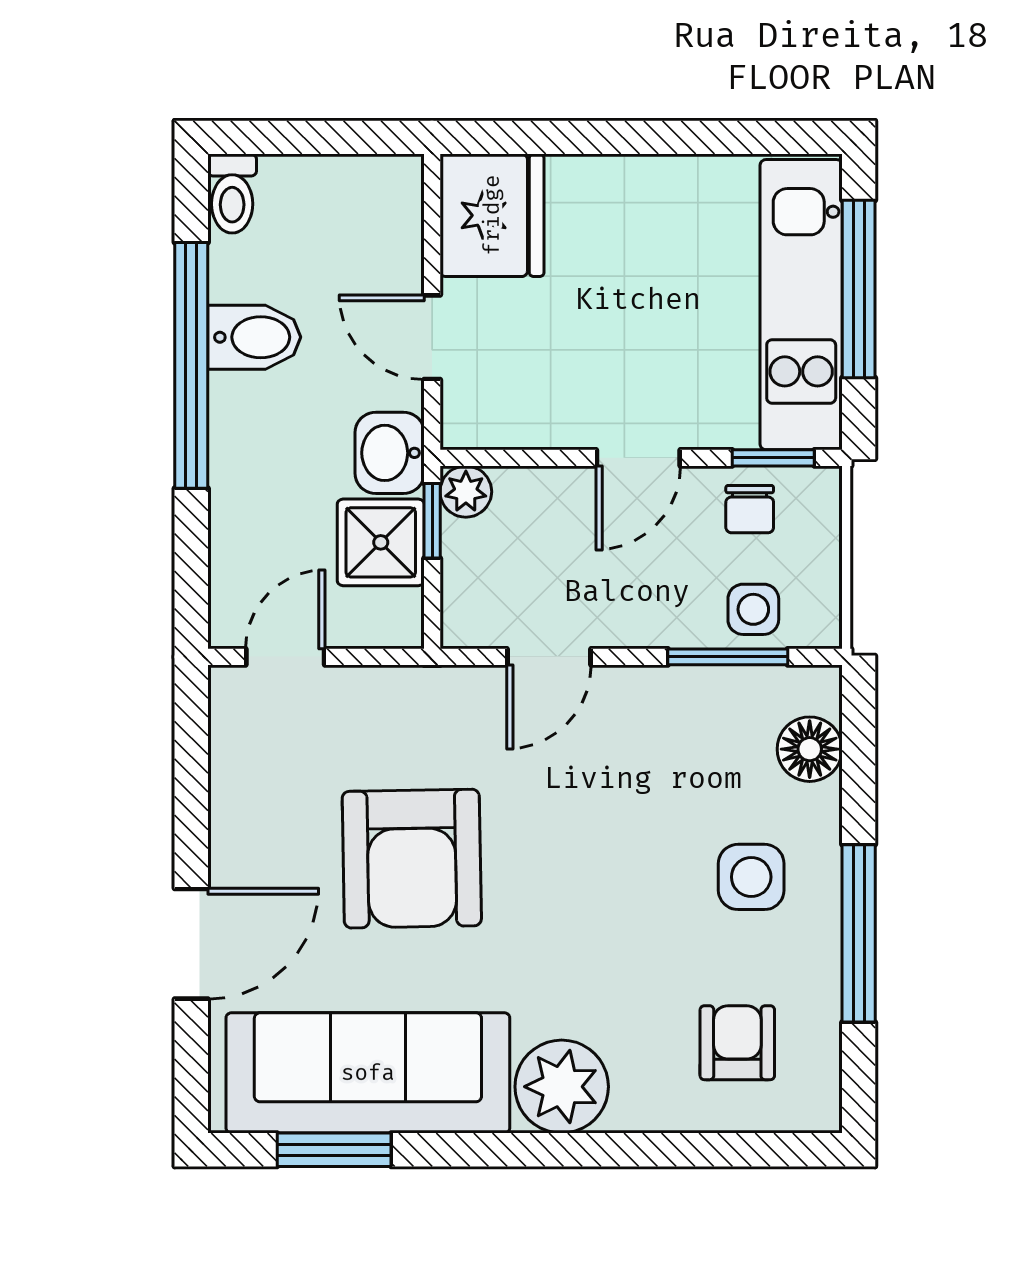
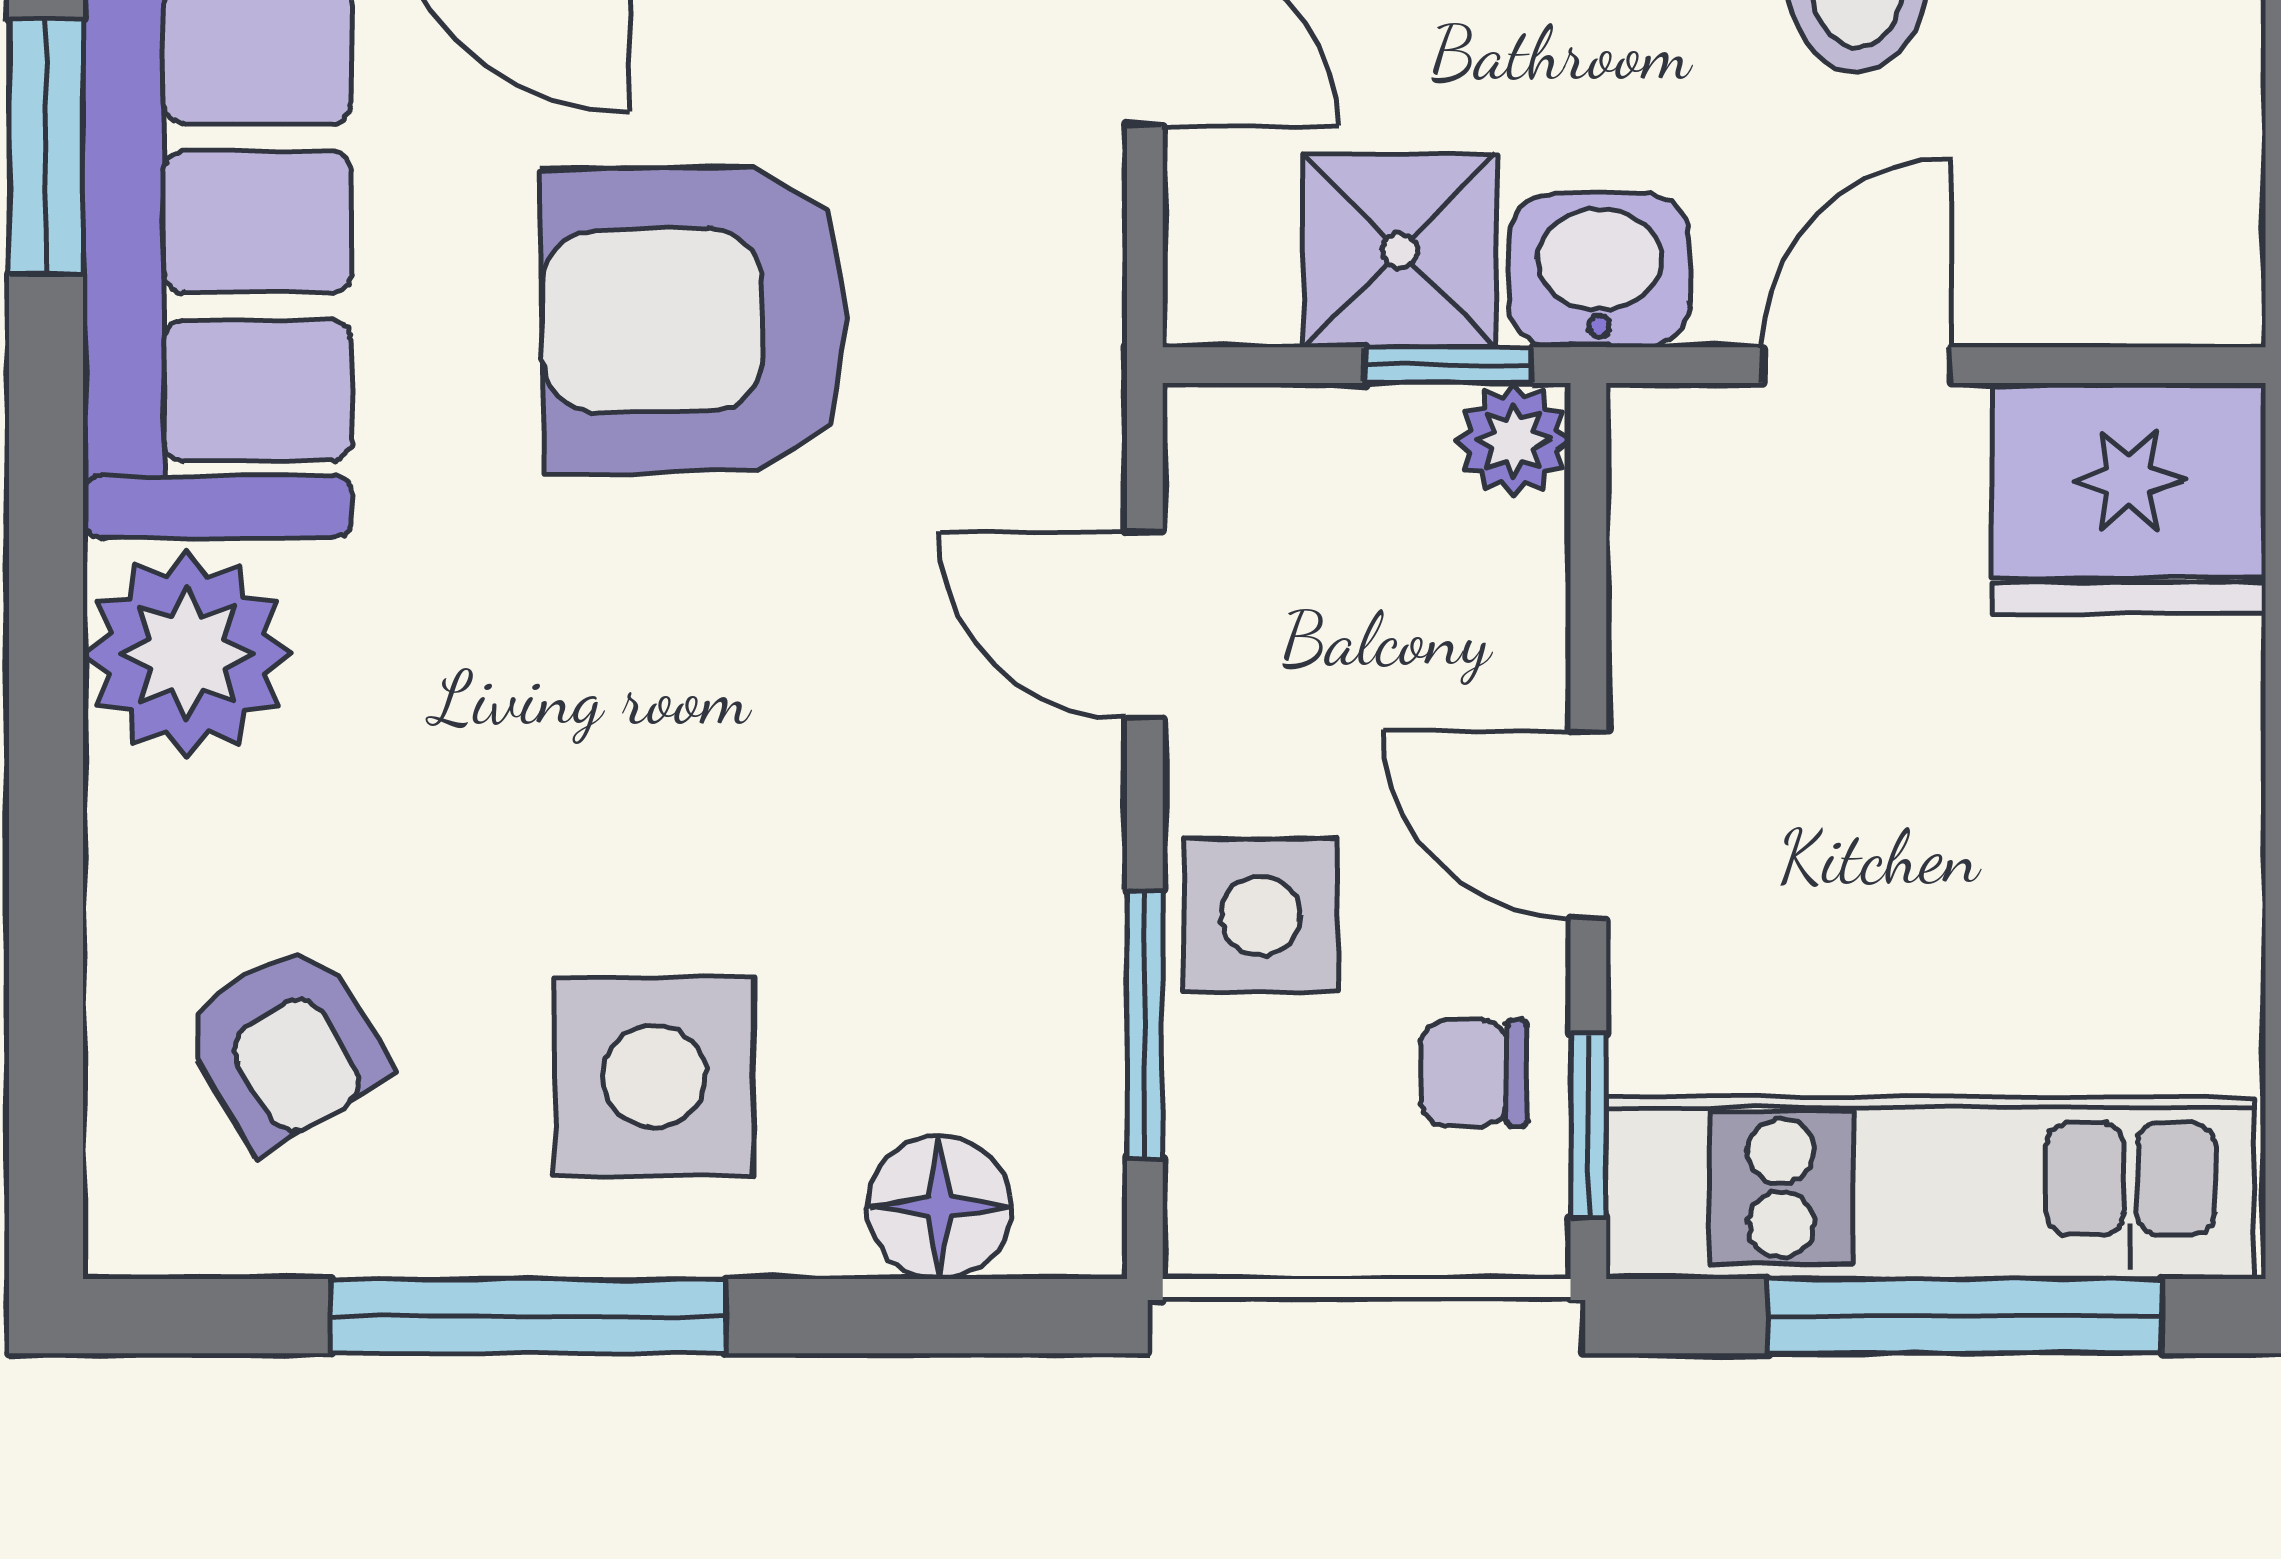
side table: (753, 609) -> (1261, 915), moved, width x1.37, depth x1.37
side table: (751, 877) -> (654, 1077), width x1.37, depth x1.37
armchair: (737, 1043) -> (285, 1046), turned 59

